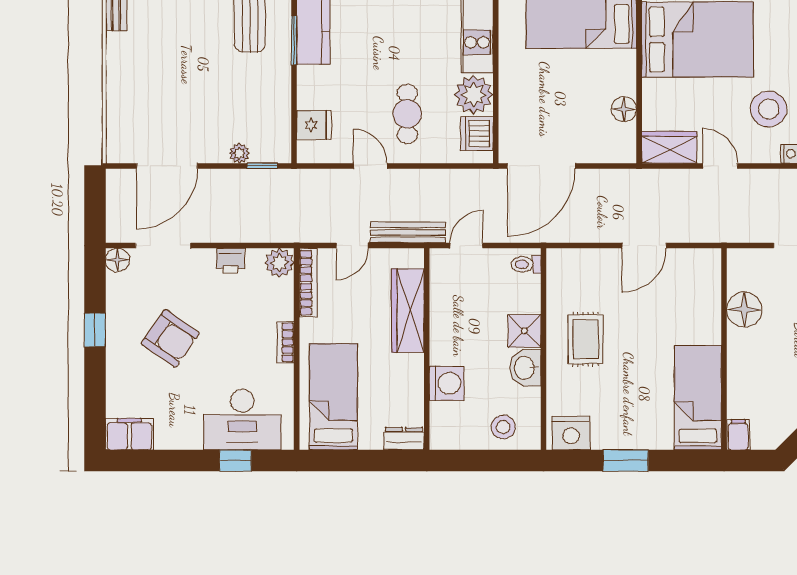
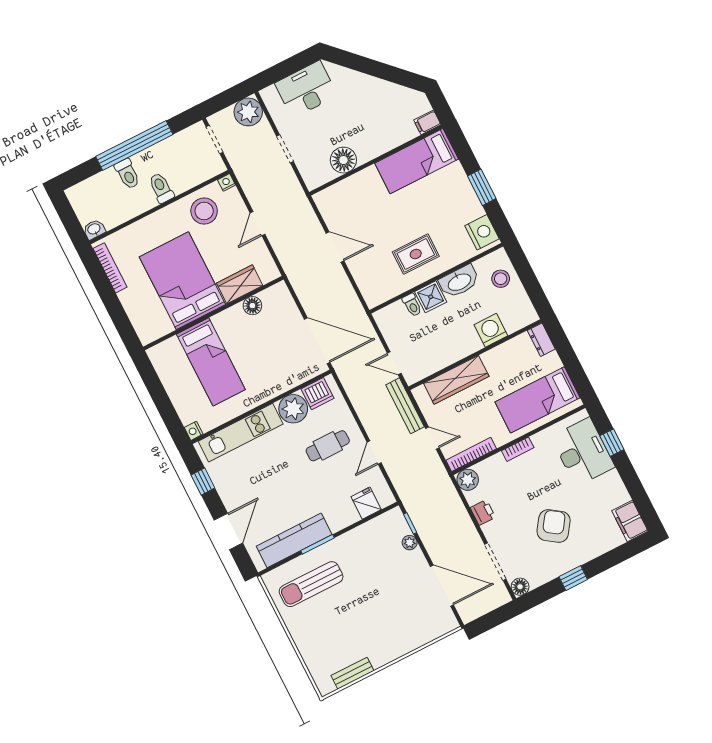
wardrobe: (669, 147) -> (240, 284), moved, turned 90
toilet: (526, 264) -> (412, 305), moved
washbasin: (525, 368) -> (459, 282), width x1.38

